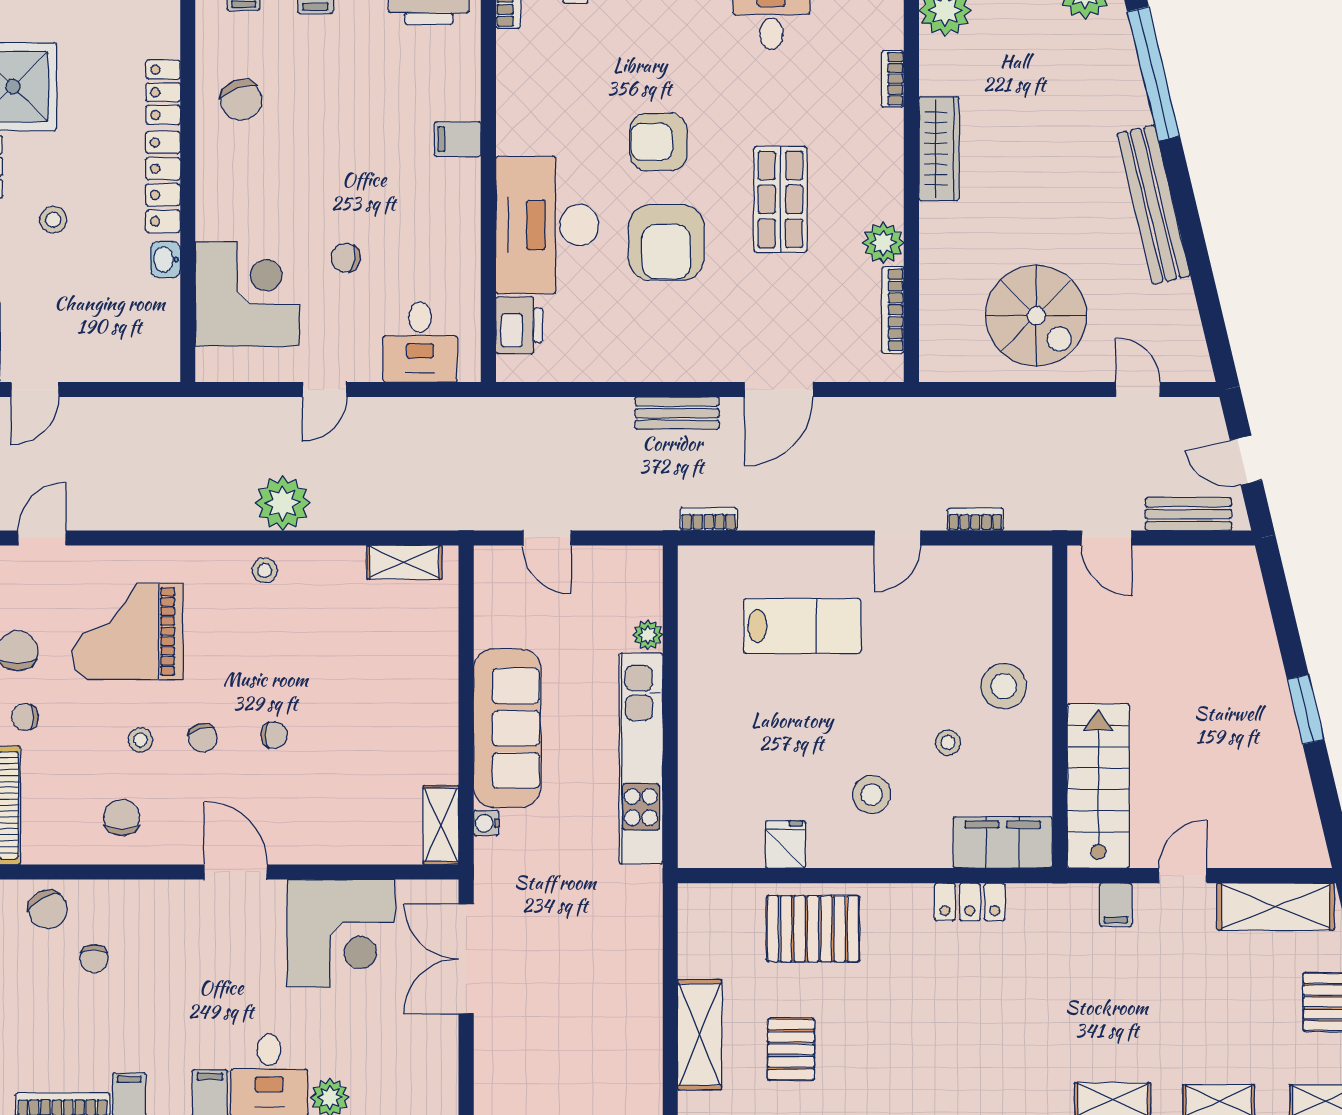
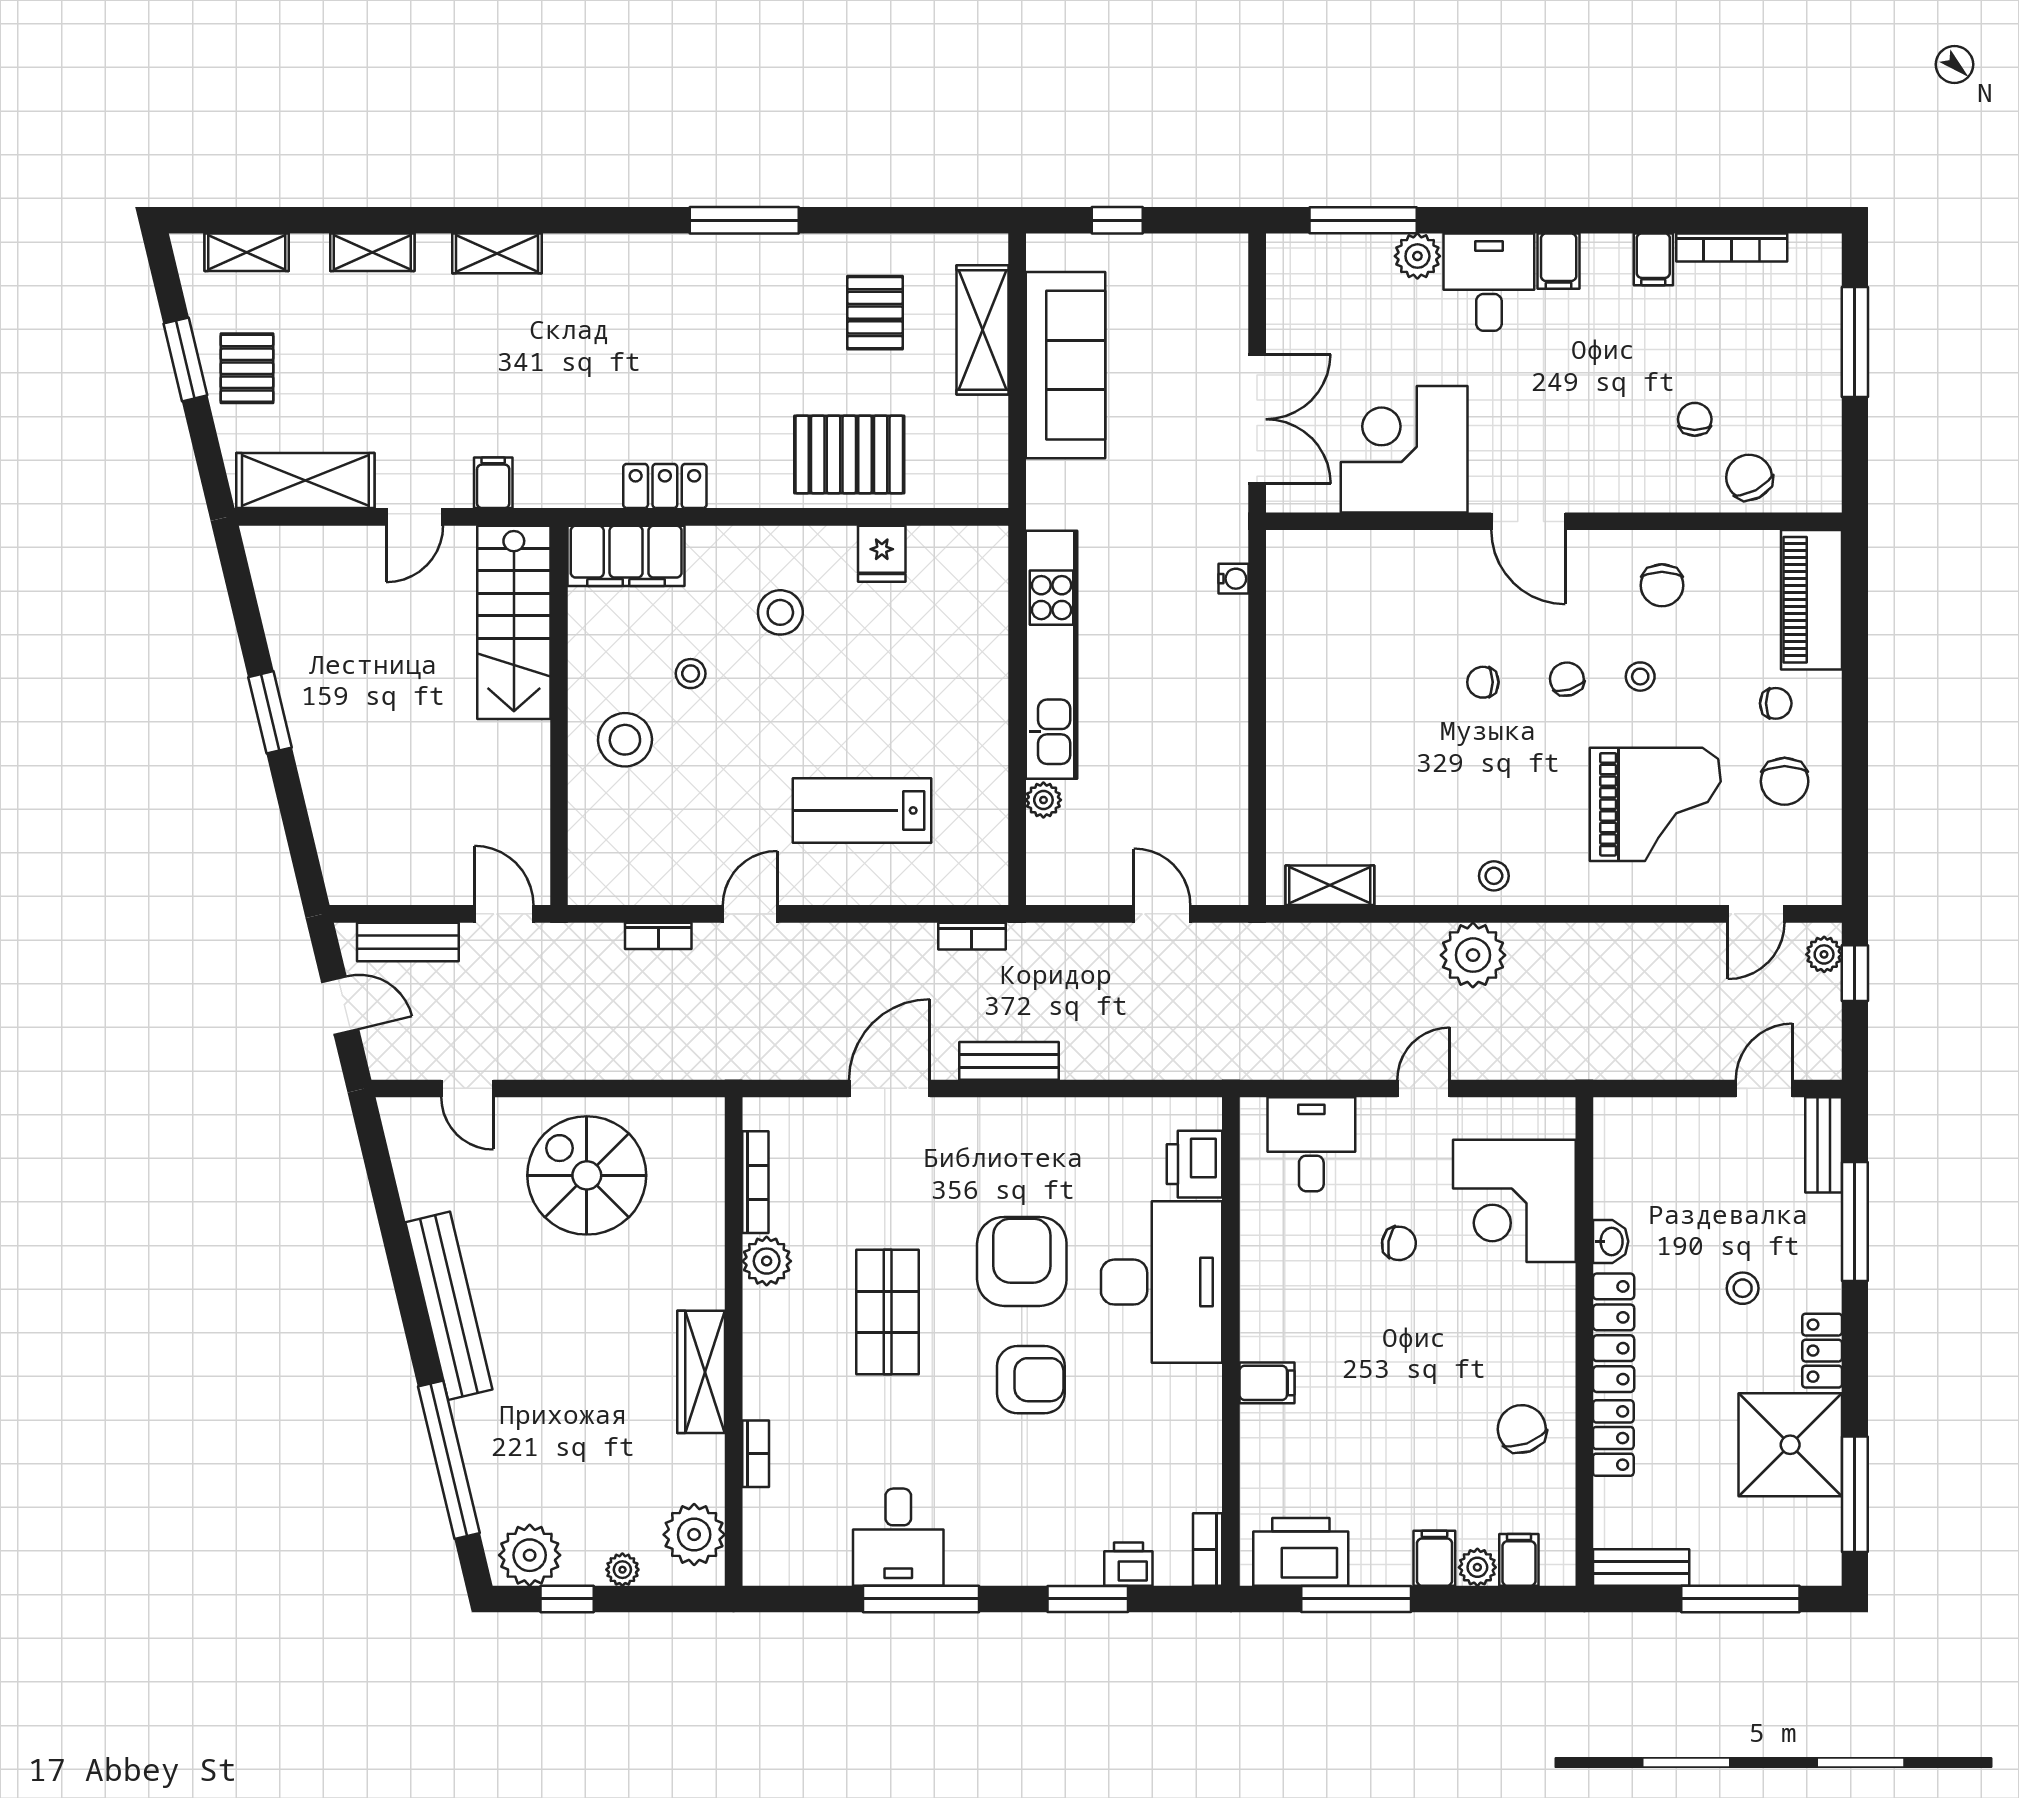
sofa: (507, 728) -> (1065, 365), moved, turned 180
shelving: (441, 825) -> (1287, 576), removed

